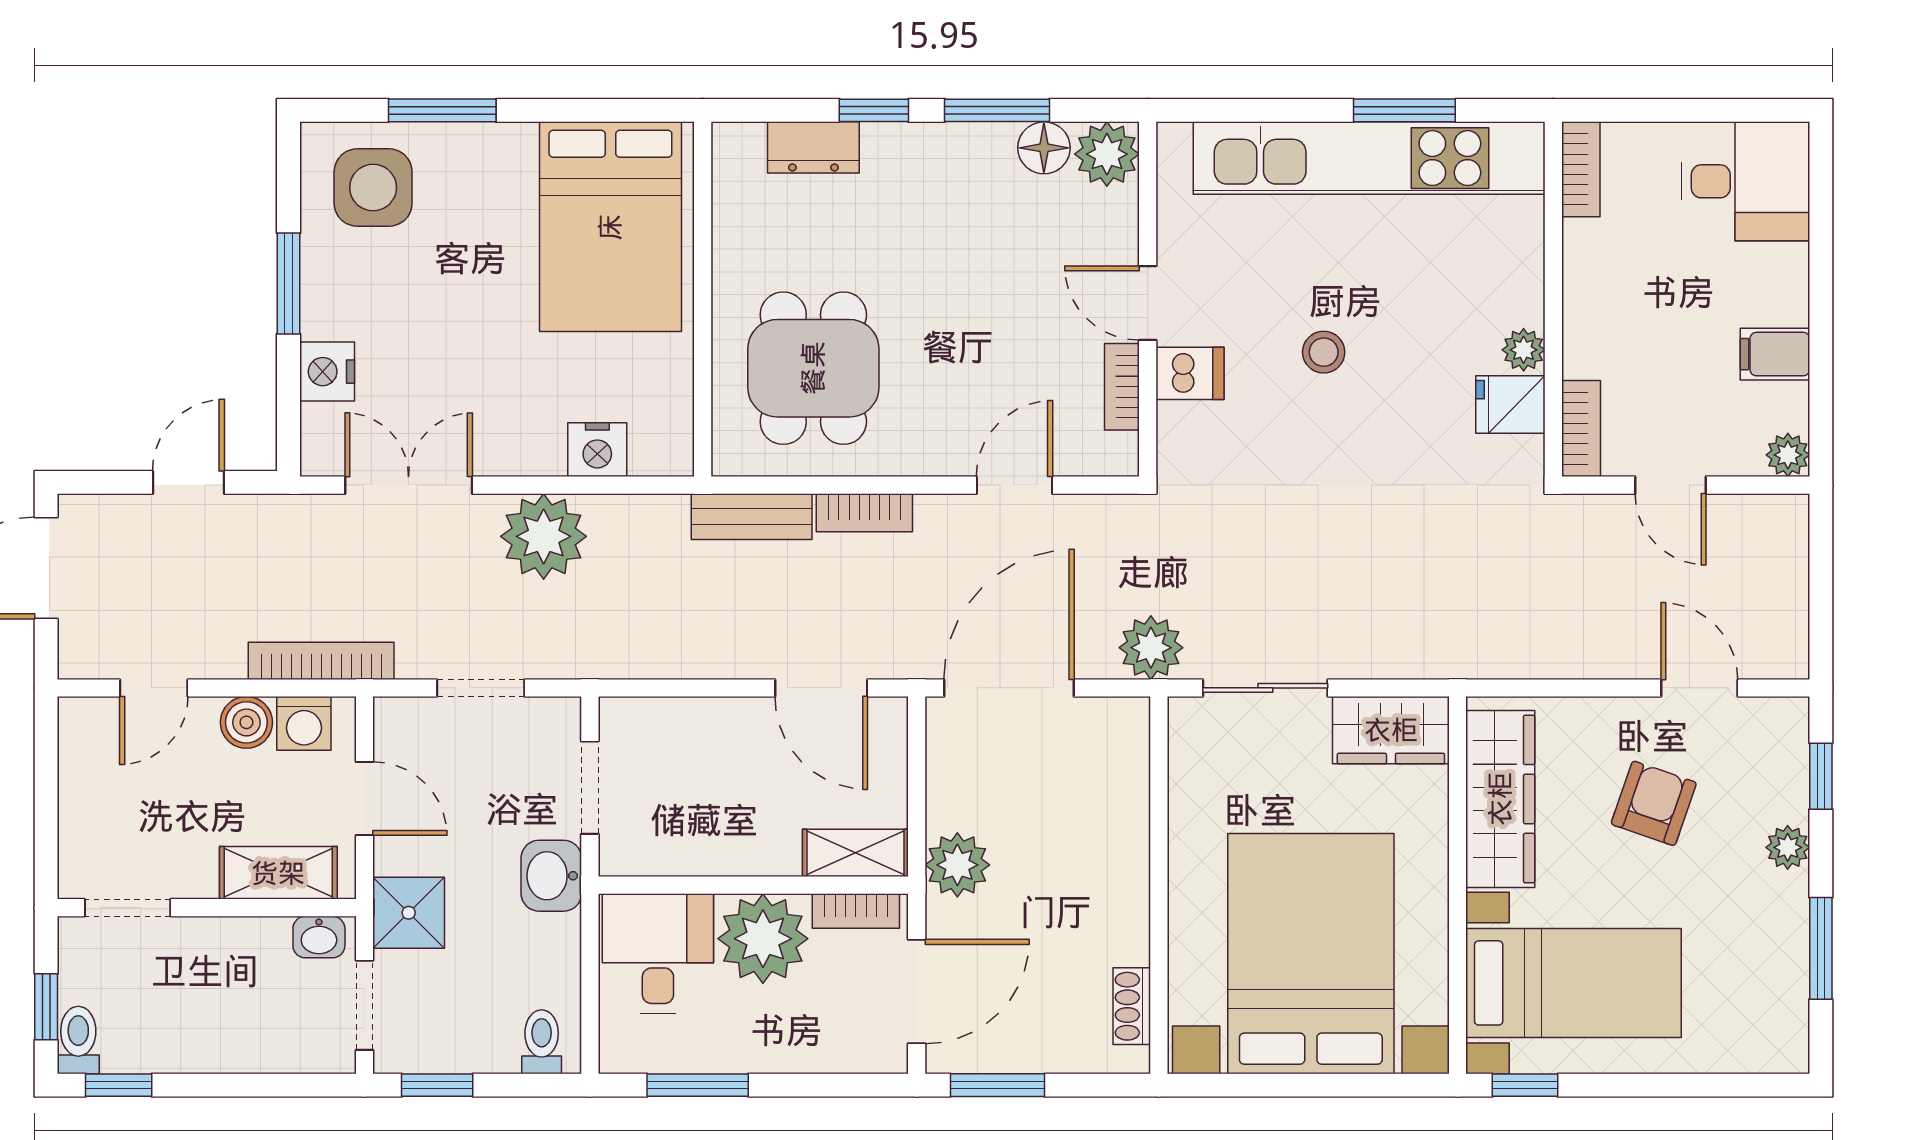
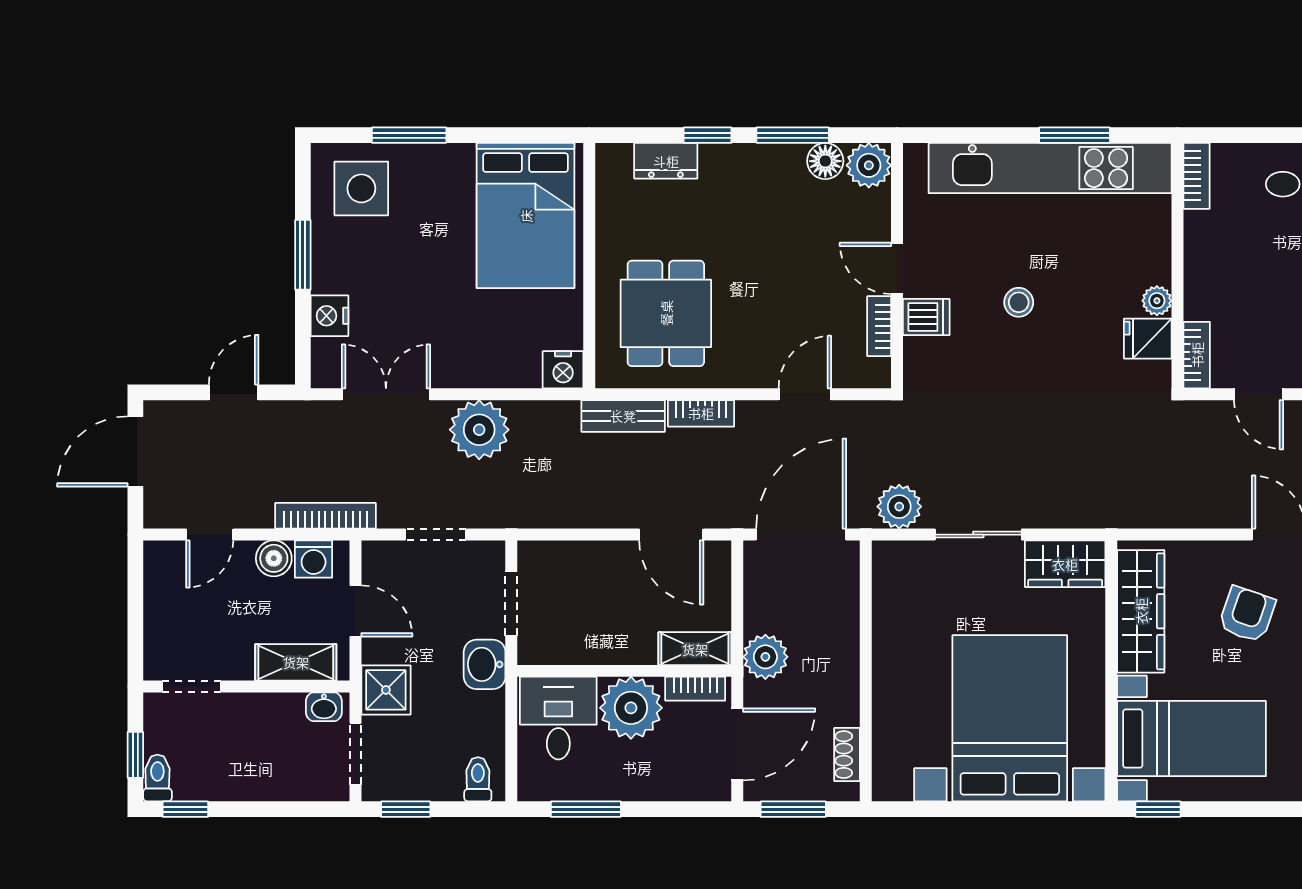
nightstand: (597, 450) -> (563, 370), moved
wall: (1159, 885) -> (866, 671), moved
shoe rack: (1132, 1006) -> (847, 755), moved

